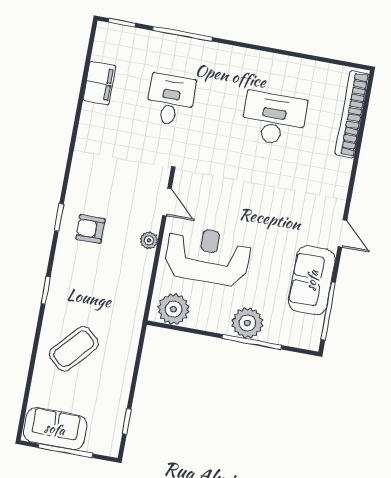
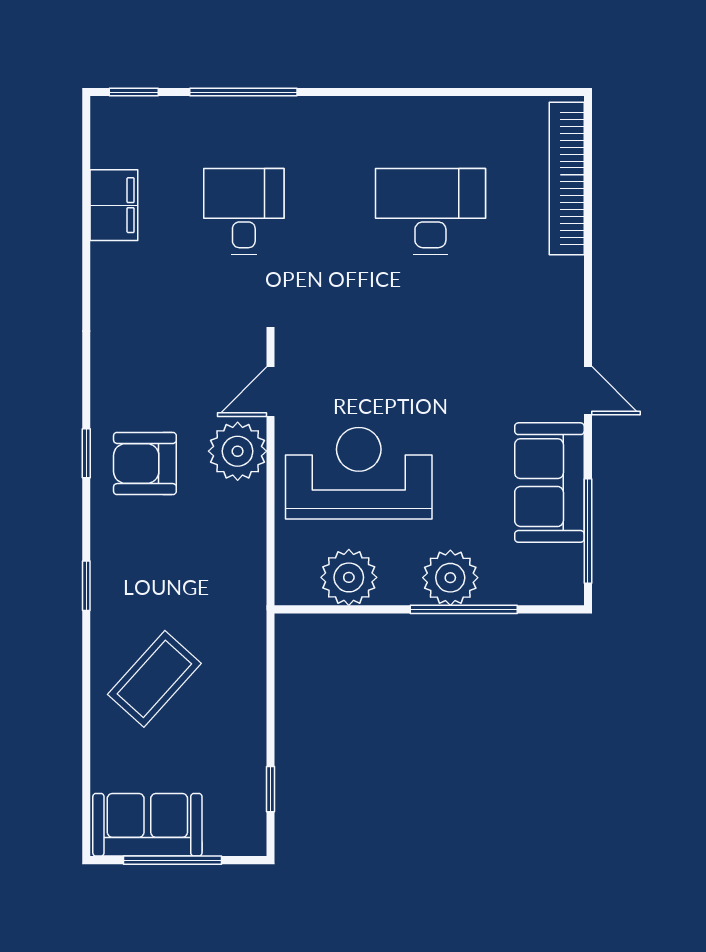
door: (167, 202) -> (271, 392), swing flipped
armchair: (90, 229) -> (145, 464), width x1.38, depth x1.38
plant: (149, 240) -> (238, 451), width x1.88, depth x1.88
plant: (173, 309) -> (349, 577), moved

